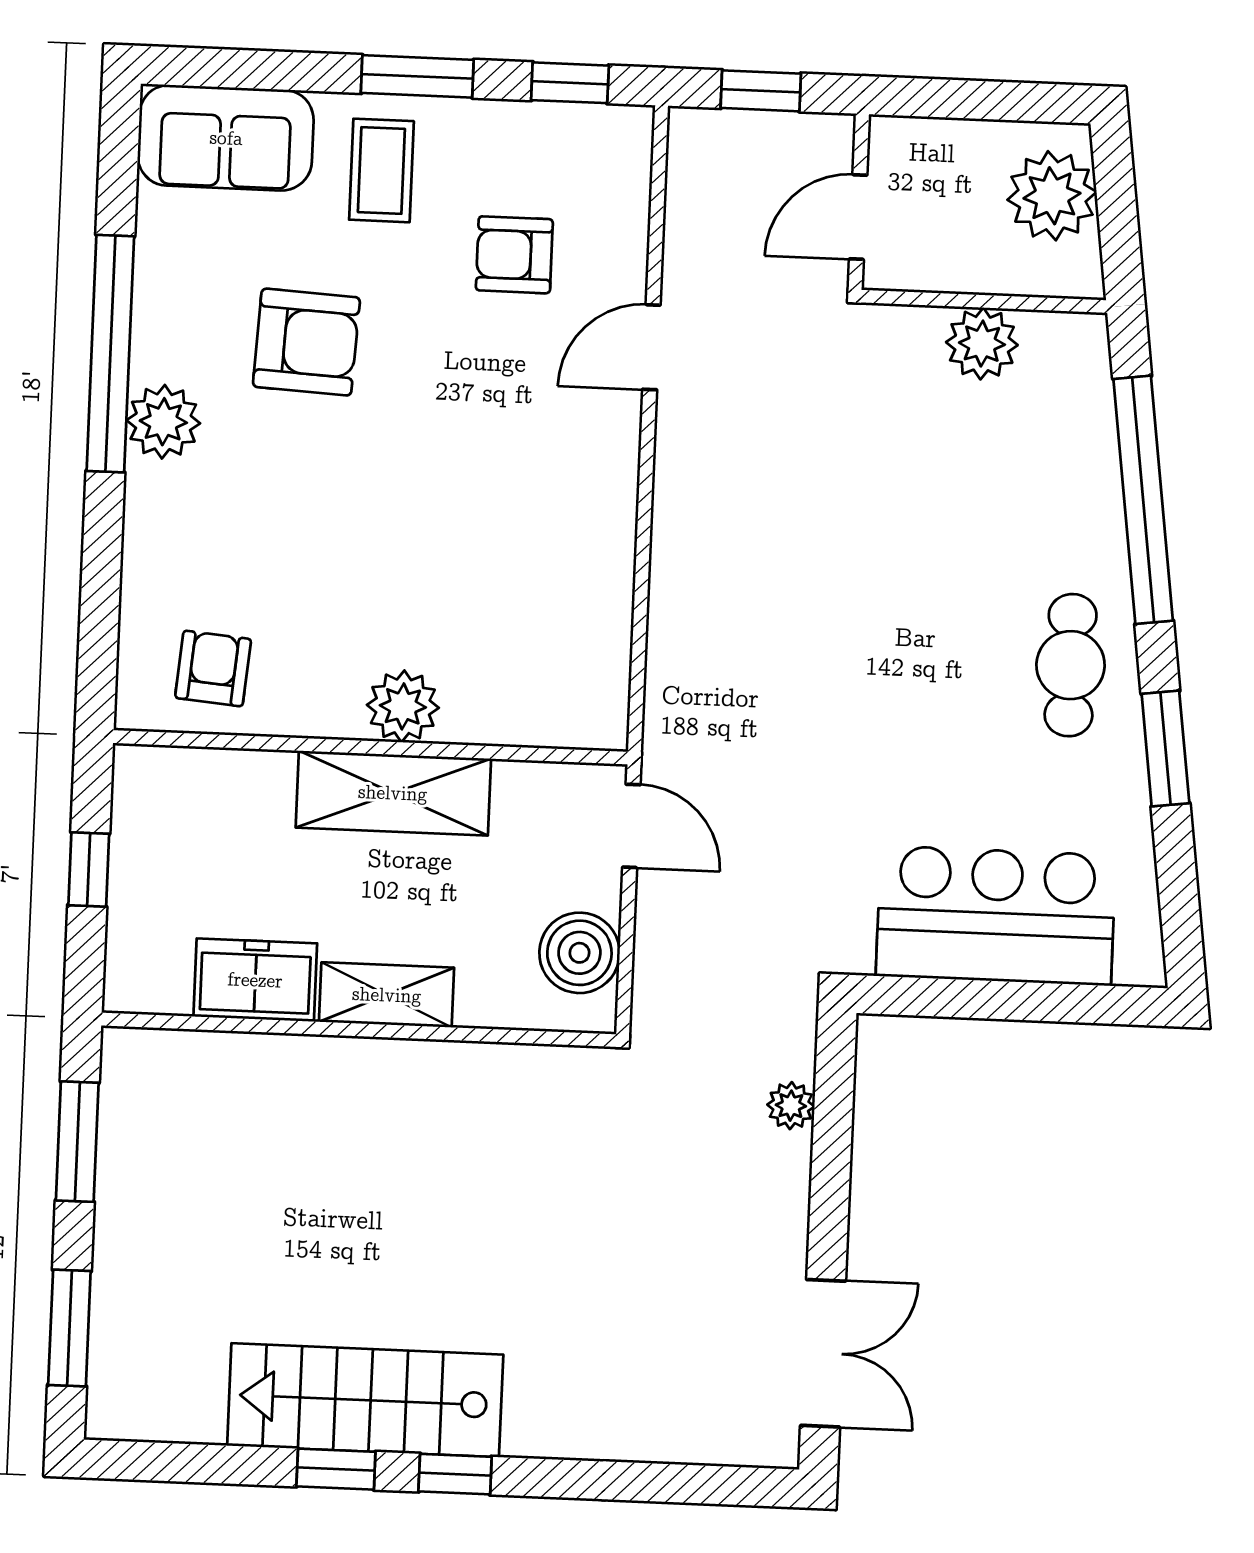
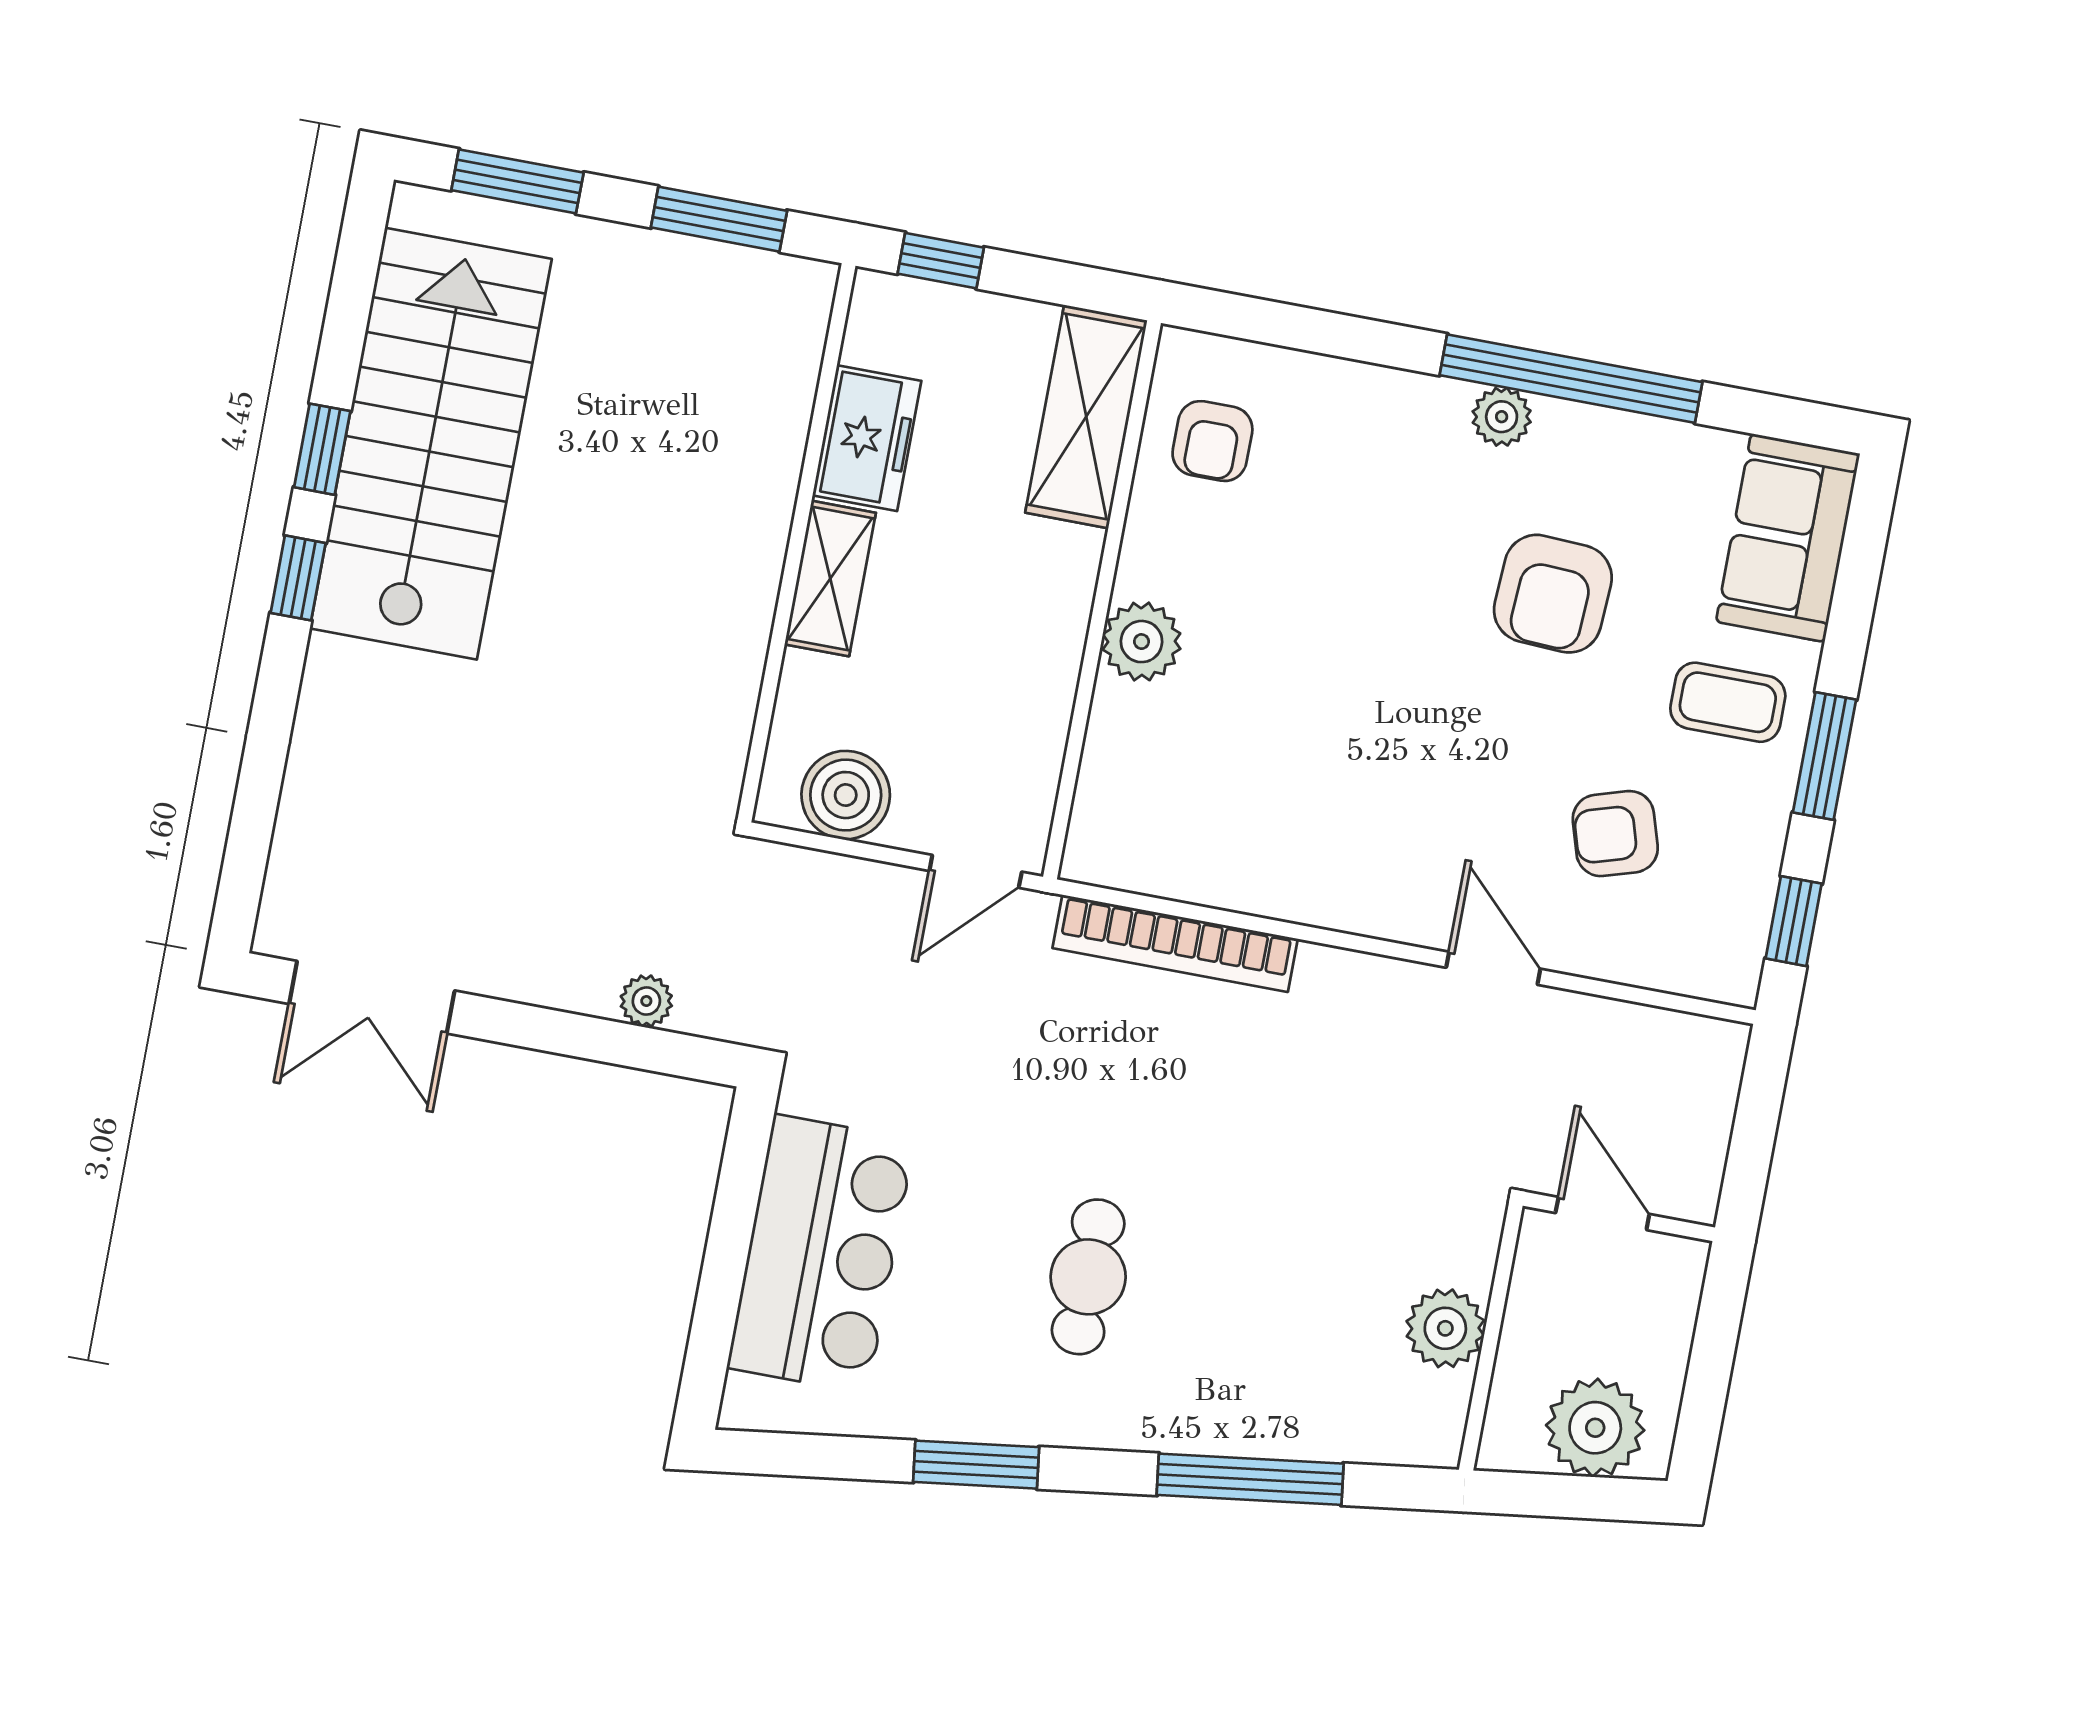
window: (761, 91) -> (1755, 1127), removed
armchair: (514, 255) -> (1615, 834), turned -107
plant: (163, 422) -> (1502, 417), width x0.73, depth x0.73
window: (1143, 500) -> (1250, 1479), width x0.68
bookcase: (670, 637) -> (1175, 943), added
cafe table: (1071, 665) -> (1088, 1277), moved, turned 90
armchair: (213, 668) -> (1212, 441), turned 85
shelving: (393, 793) -> (1086, 417), moved
window: (89, 869) -> (941, 261), moved
stairs: (365, 1400) -> (431, 444), width x1.36, depth x1.51

